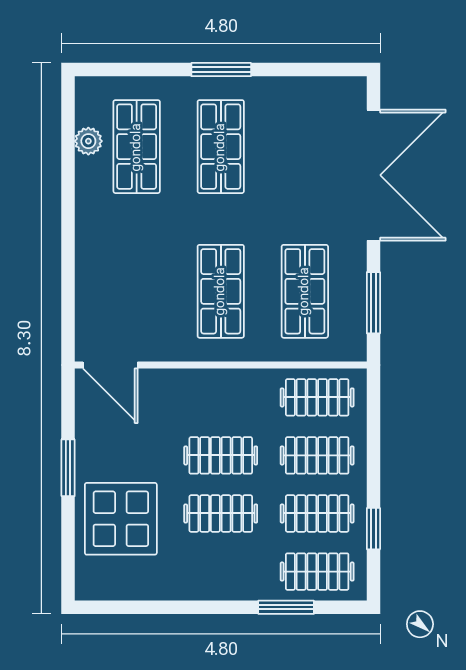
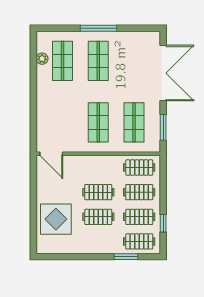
window: (221, 70) -> (98, 28), width x1.44
window: (68, 468) -> (33, 197), removed

